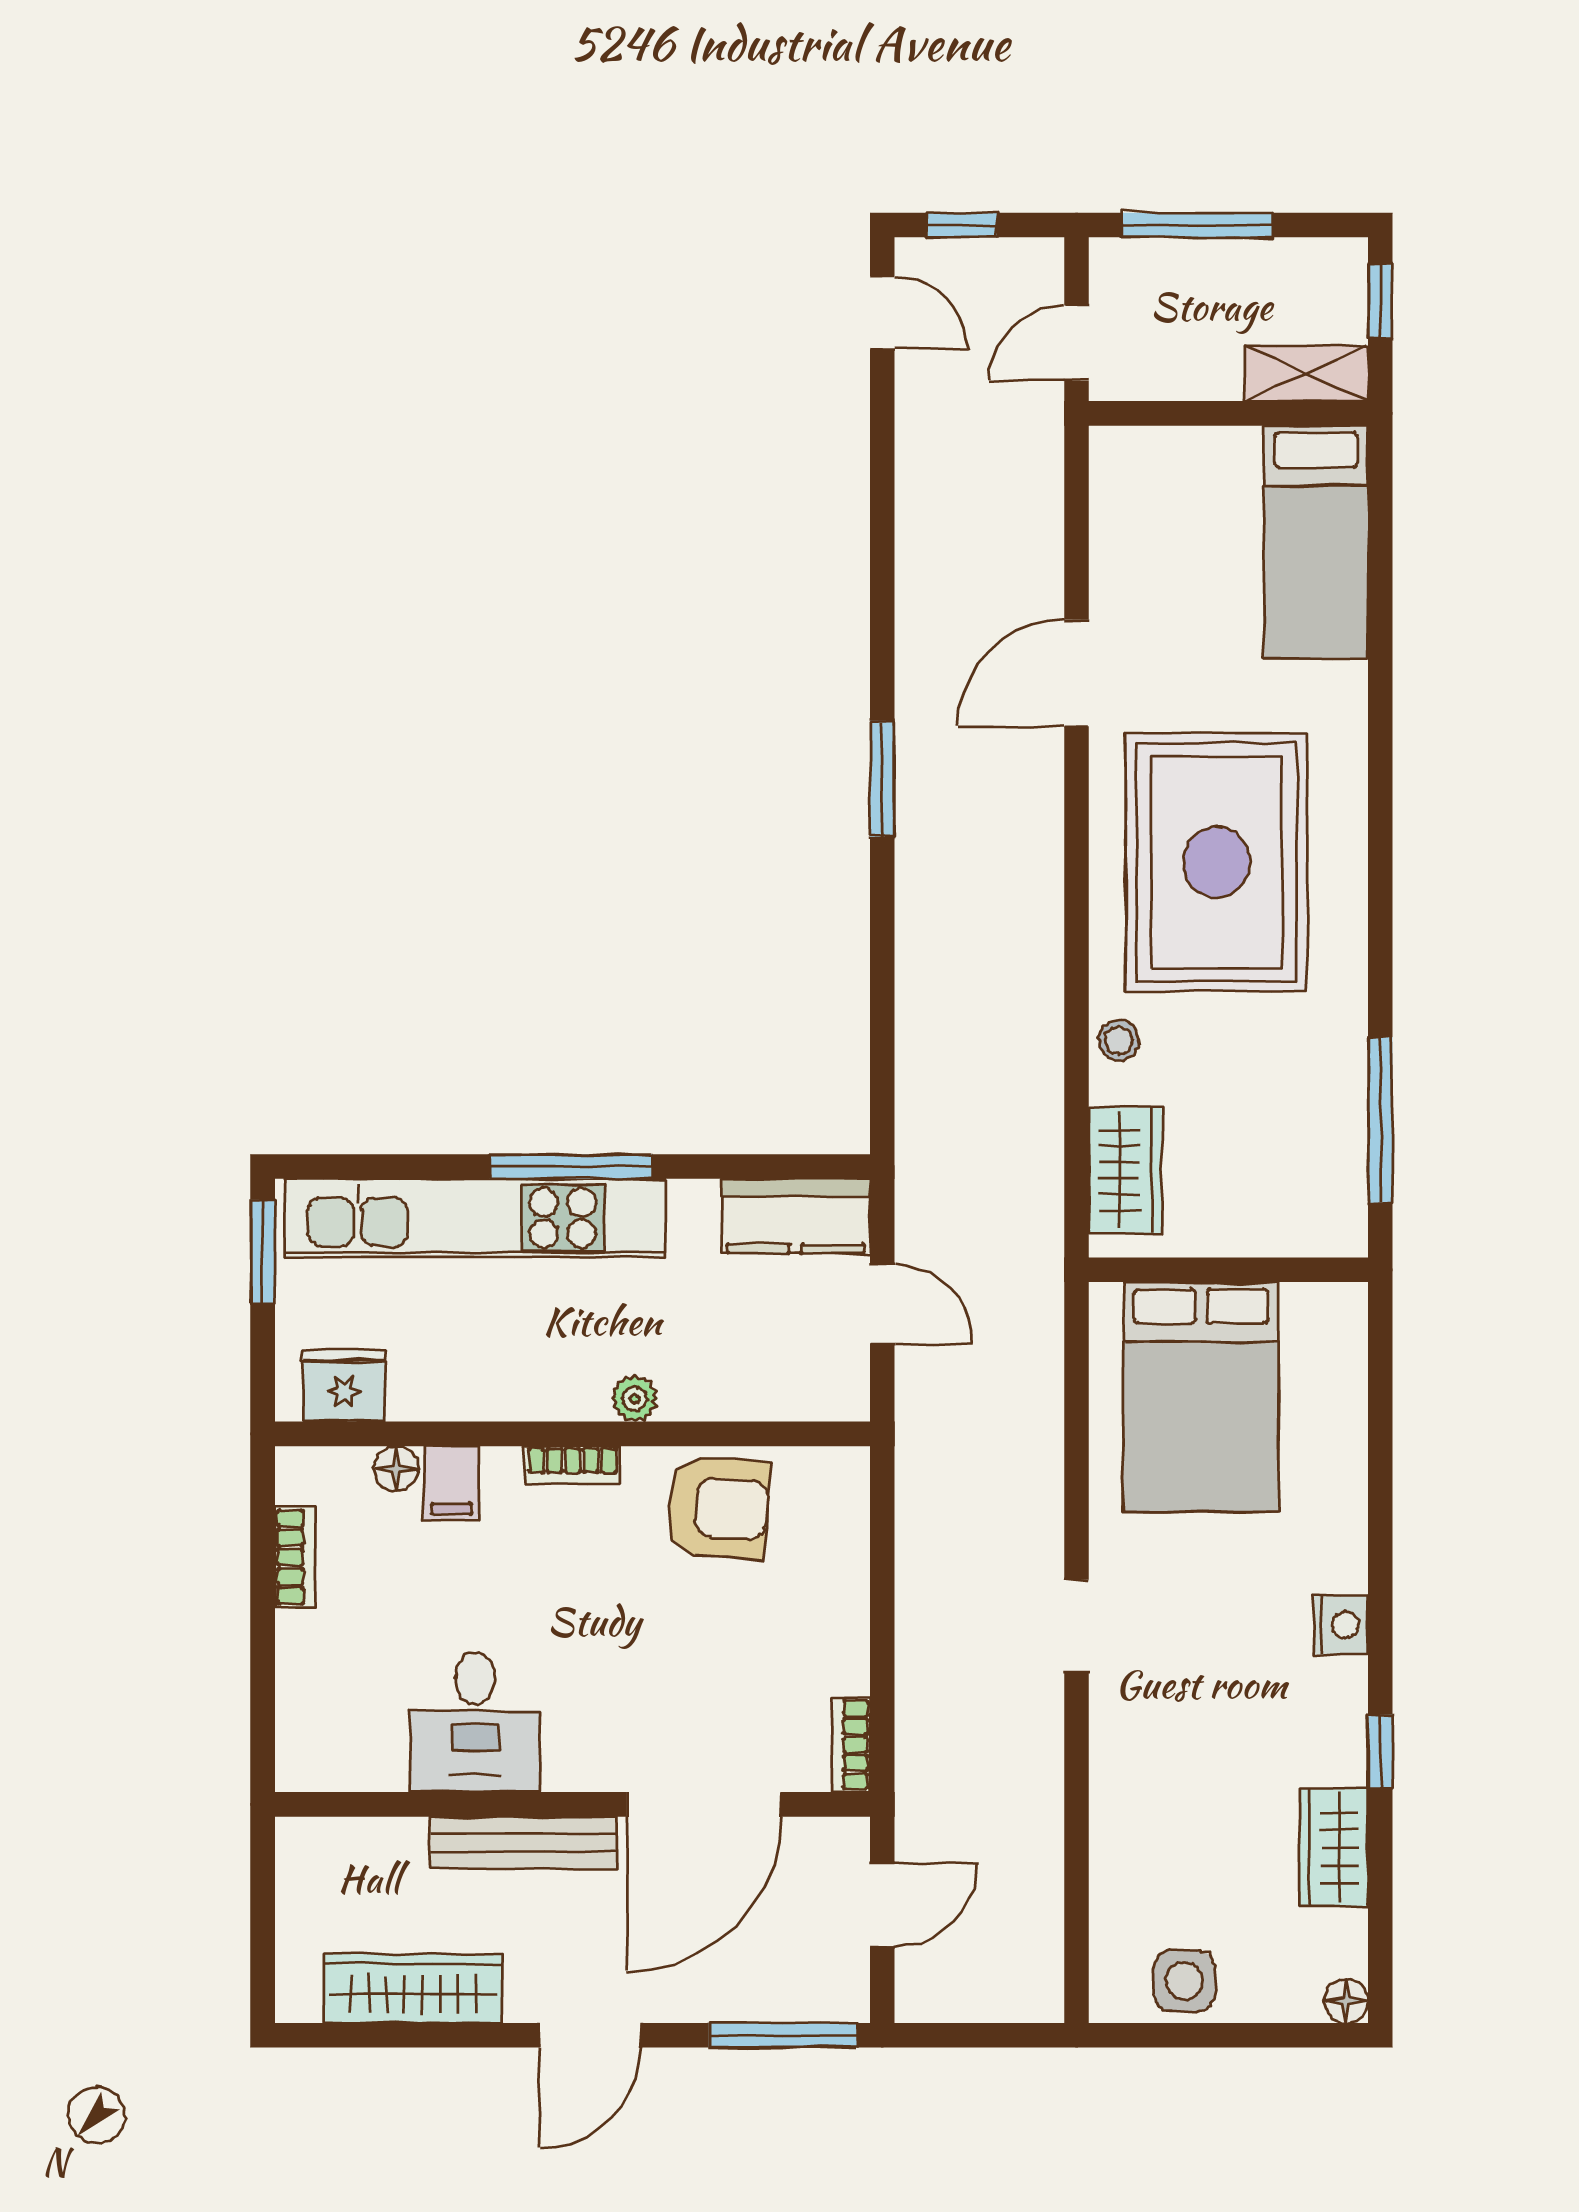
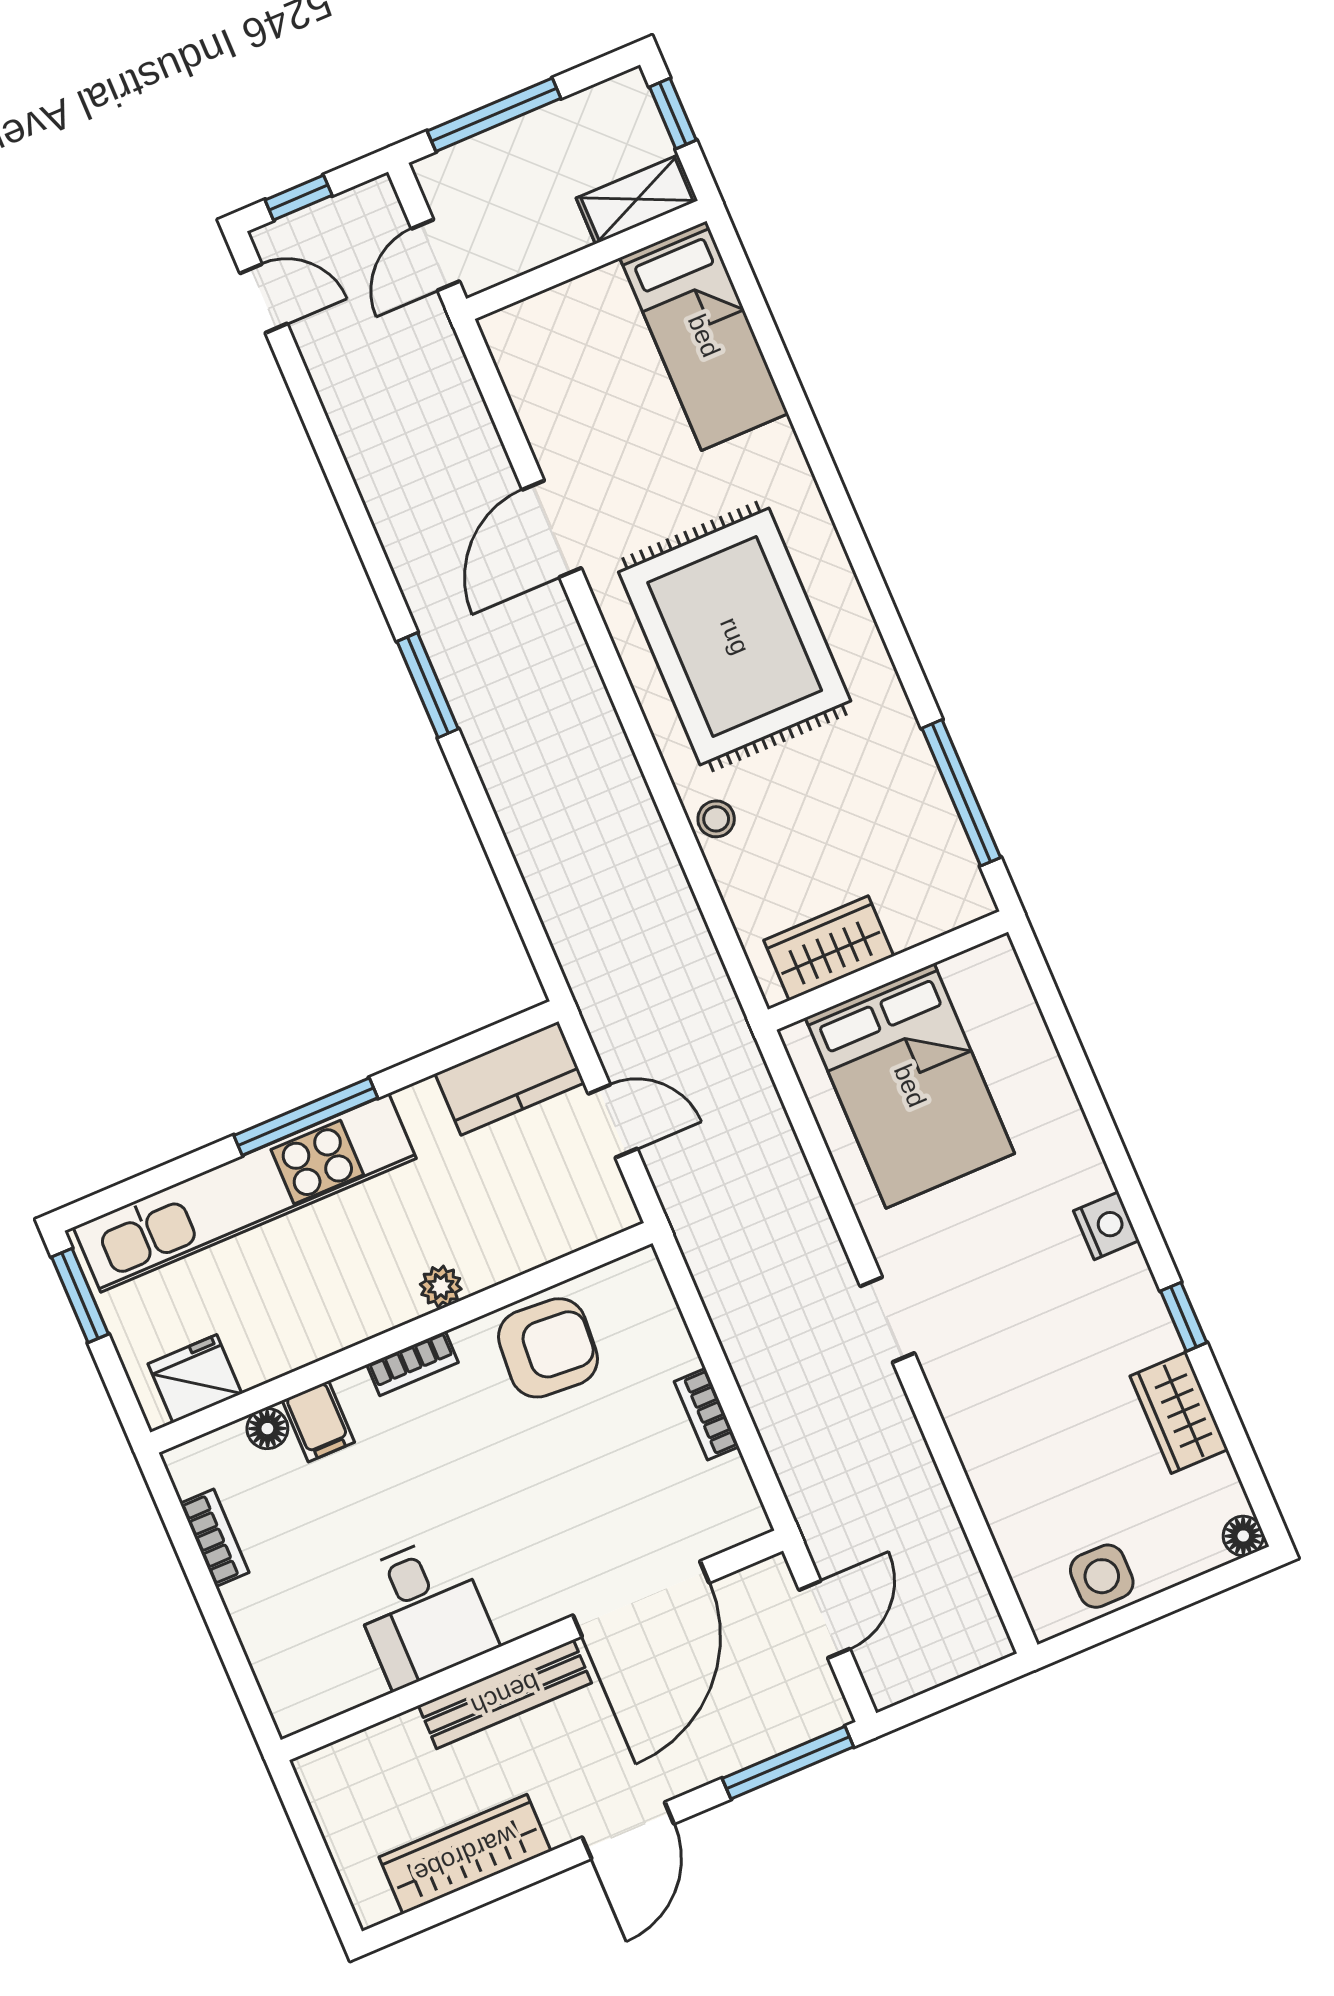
wardrobe: (1125, 1171) -> (829, 948), moved, turned -90
bookcase: (851, 1745) -> (707, 1414), moved

